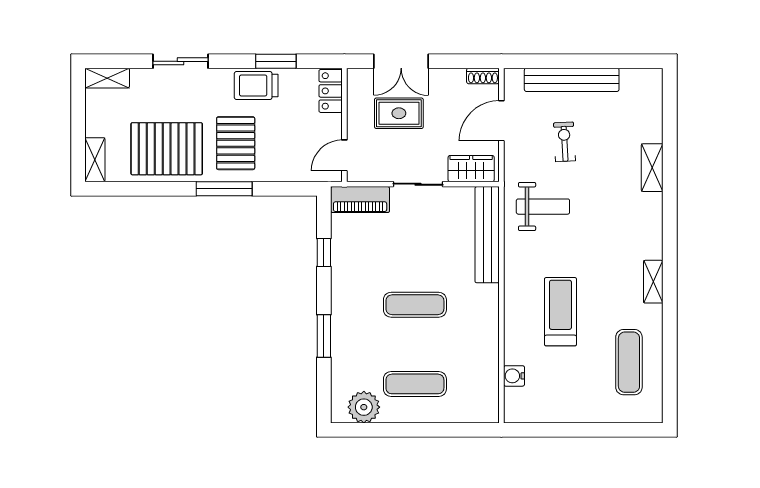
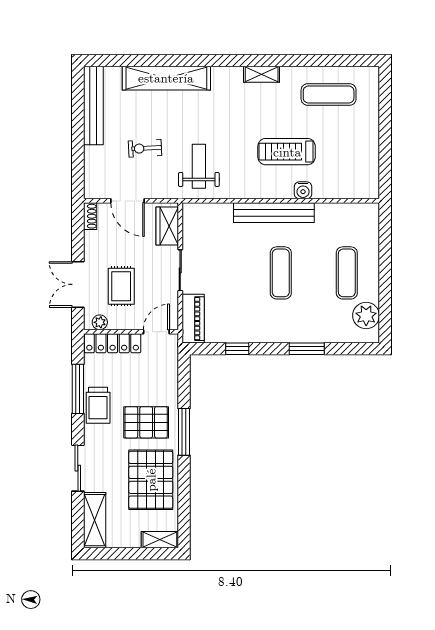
window: (276, 61) -> (78, 389), width x1.44
double door: (401, 61) -> (78, 284), swing flipped
shelving: (107, 78) -> (95, 520), width x1.50, depth x1.33
bench: (572, 80) -> (93, 105), moved
plant: (356, 88) -> (100, 322), added
locker: (331, 91) -> (113, 343), width x1.53
door: (344, 155) -> (156, 332), swing flipped
shelving: (652, 168) -> (166, 78), width x2.20, depth x1.33
bench: (487, 235) -> (274, 213), moved
water cooler: (514, 376) -> (303, 190), moved

